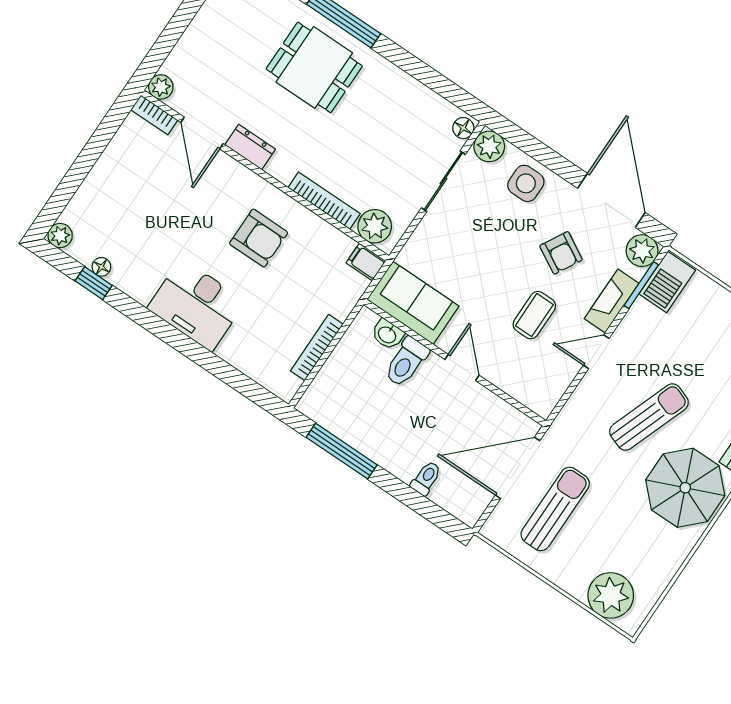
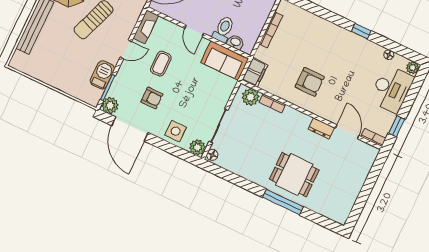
plant: (161, 87) -> (372, 152), removed
window: (107, 130) -> (397, 126), added
bookcase: (324, 201) -> (272, 103), width x0.64
armchair: (259, 238) -> (310, 82), turned 180
armchair: (561, 253) -> (152, 98), turned 151
filing cabinet: (366, 262) -> (255, 72), width x2.00
barbecue: (667, 282) -> (102, 75), moved
window: (94, 283) -> (361, 31), moved
fireplace: (612, 301) -> (146, 27), moved
desk: (197, 305) -> (391, 89), moved, turned 90

